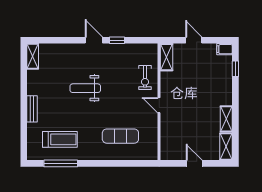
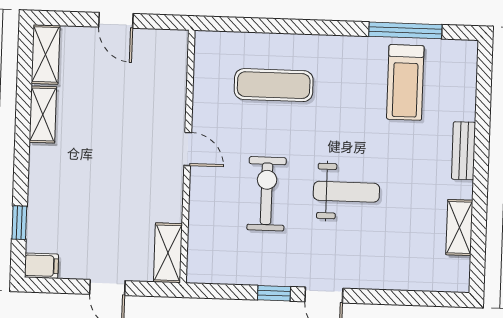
shelving: (33, 56) -> (459, 227), moved
exercise bike: (145, 77) -> (267, 194), moved, width x1.38, depth x1.39
treadmill: (60, 139) -> (405, 82), turned -90

